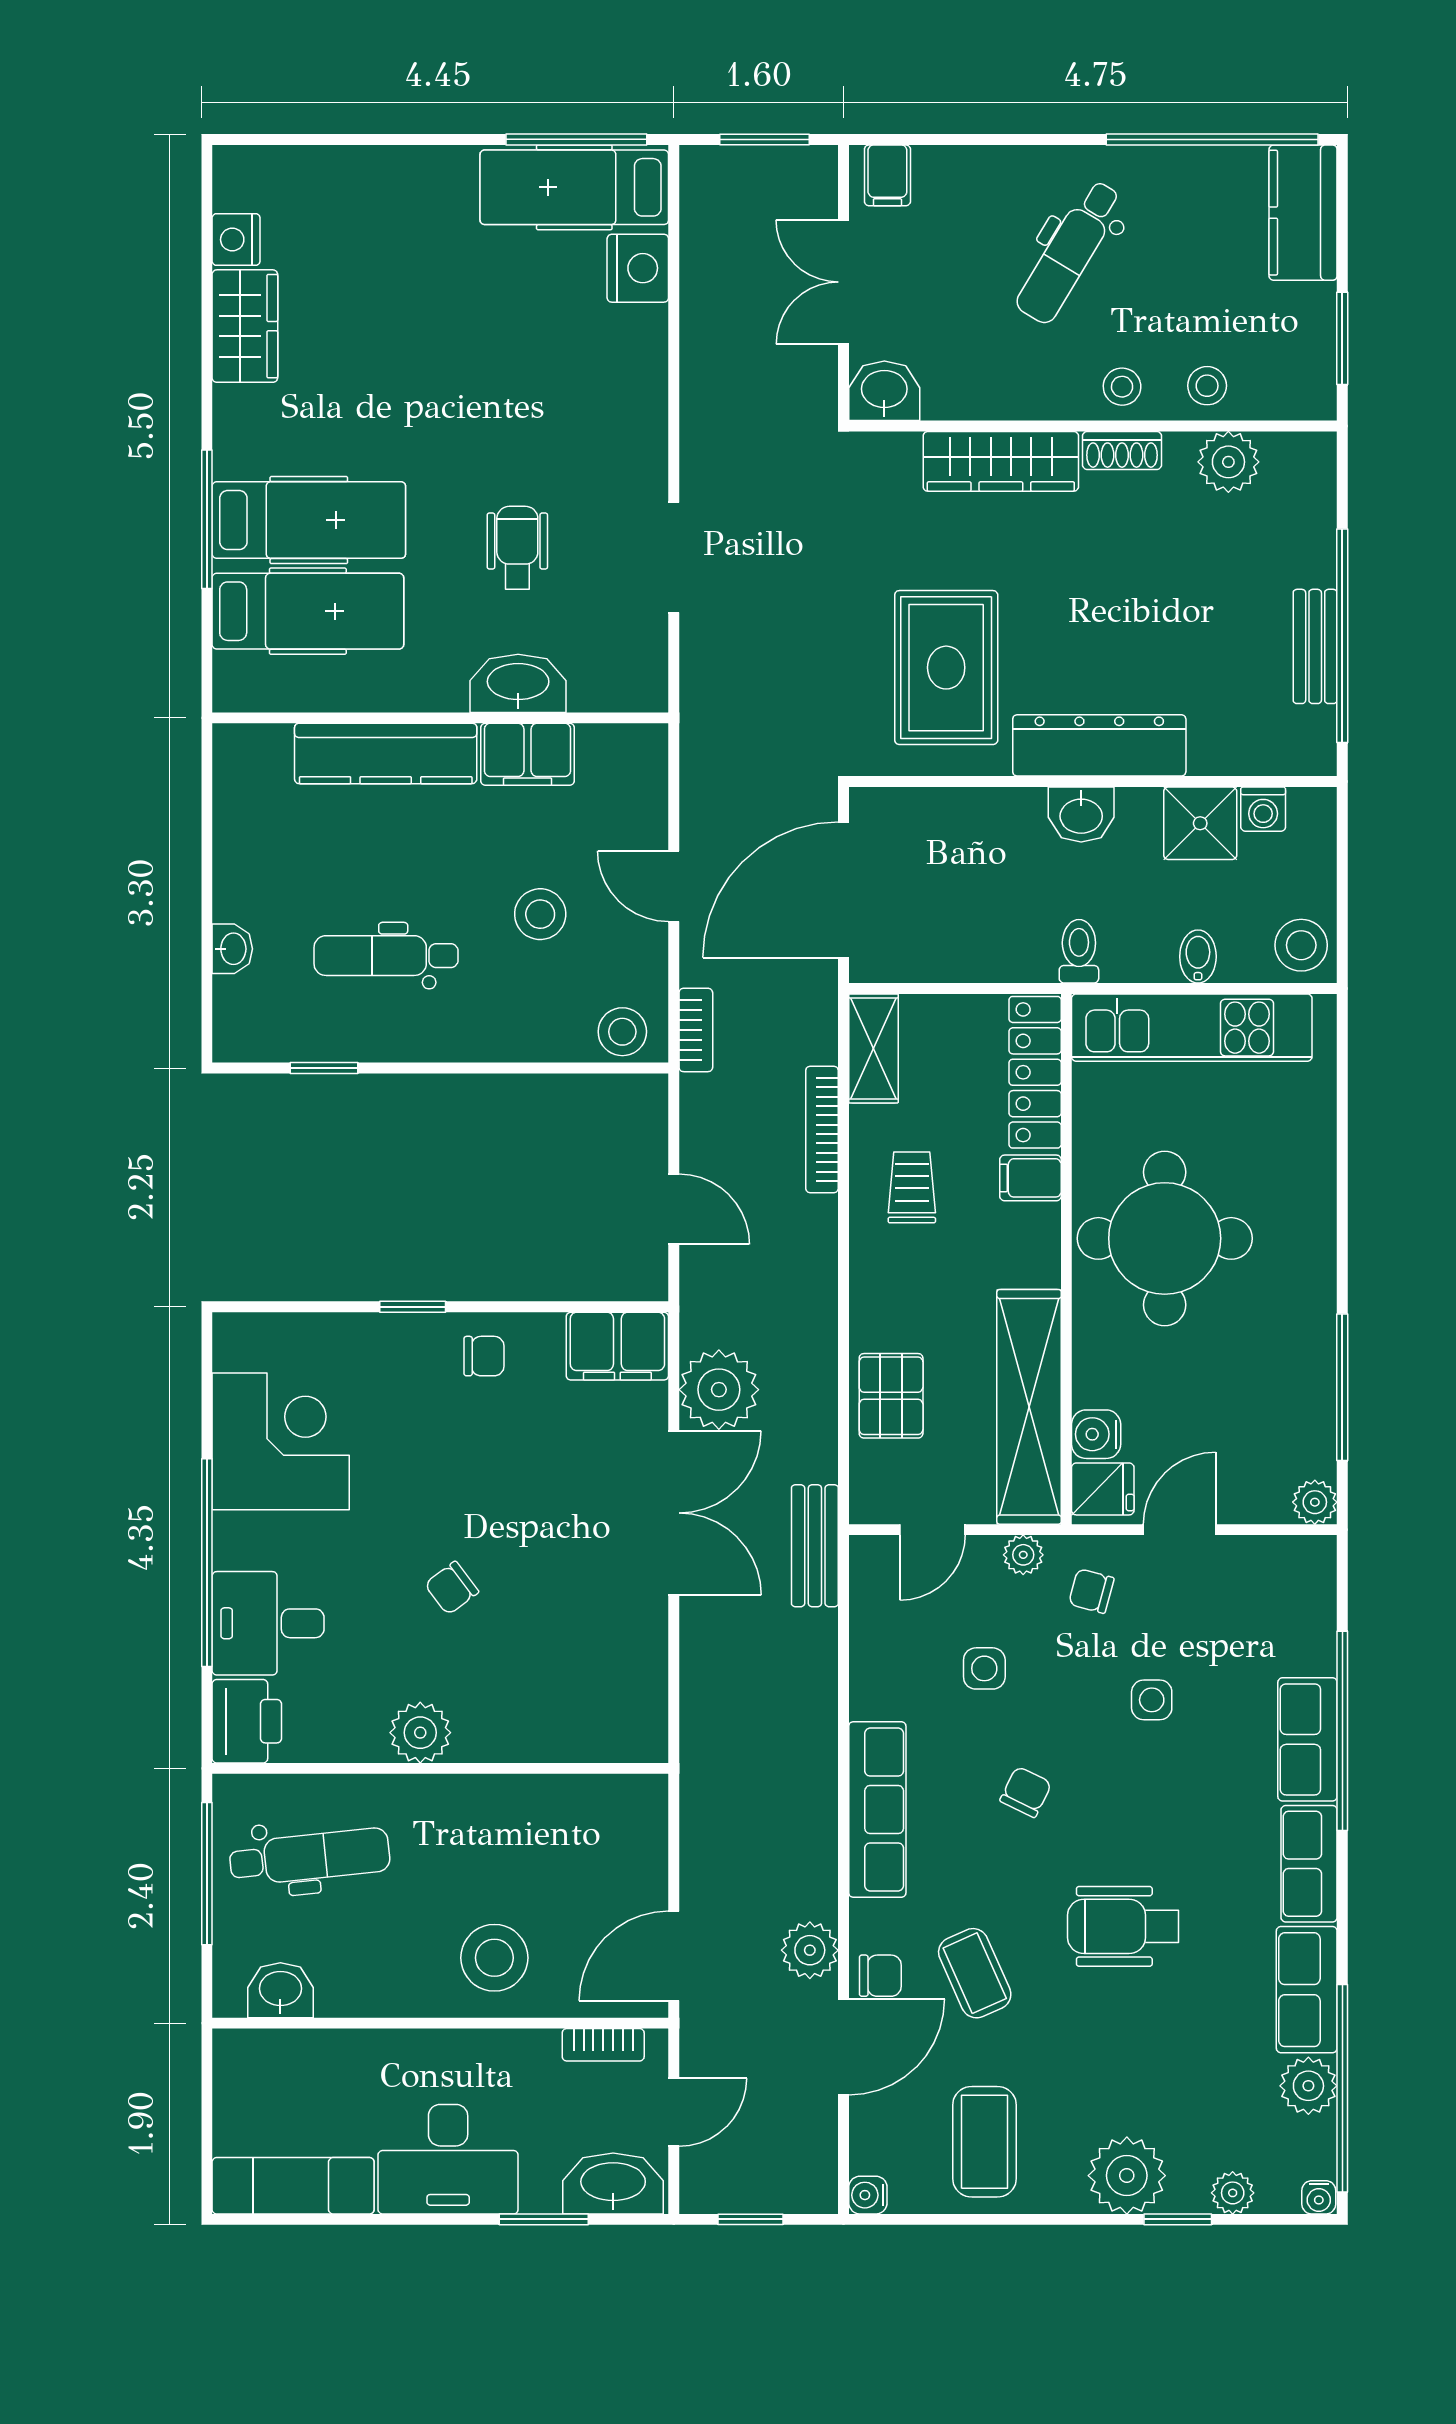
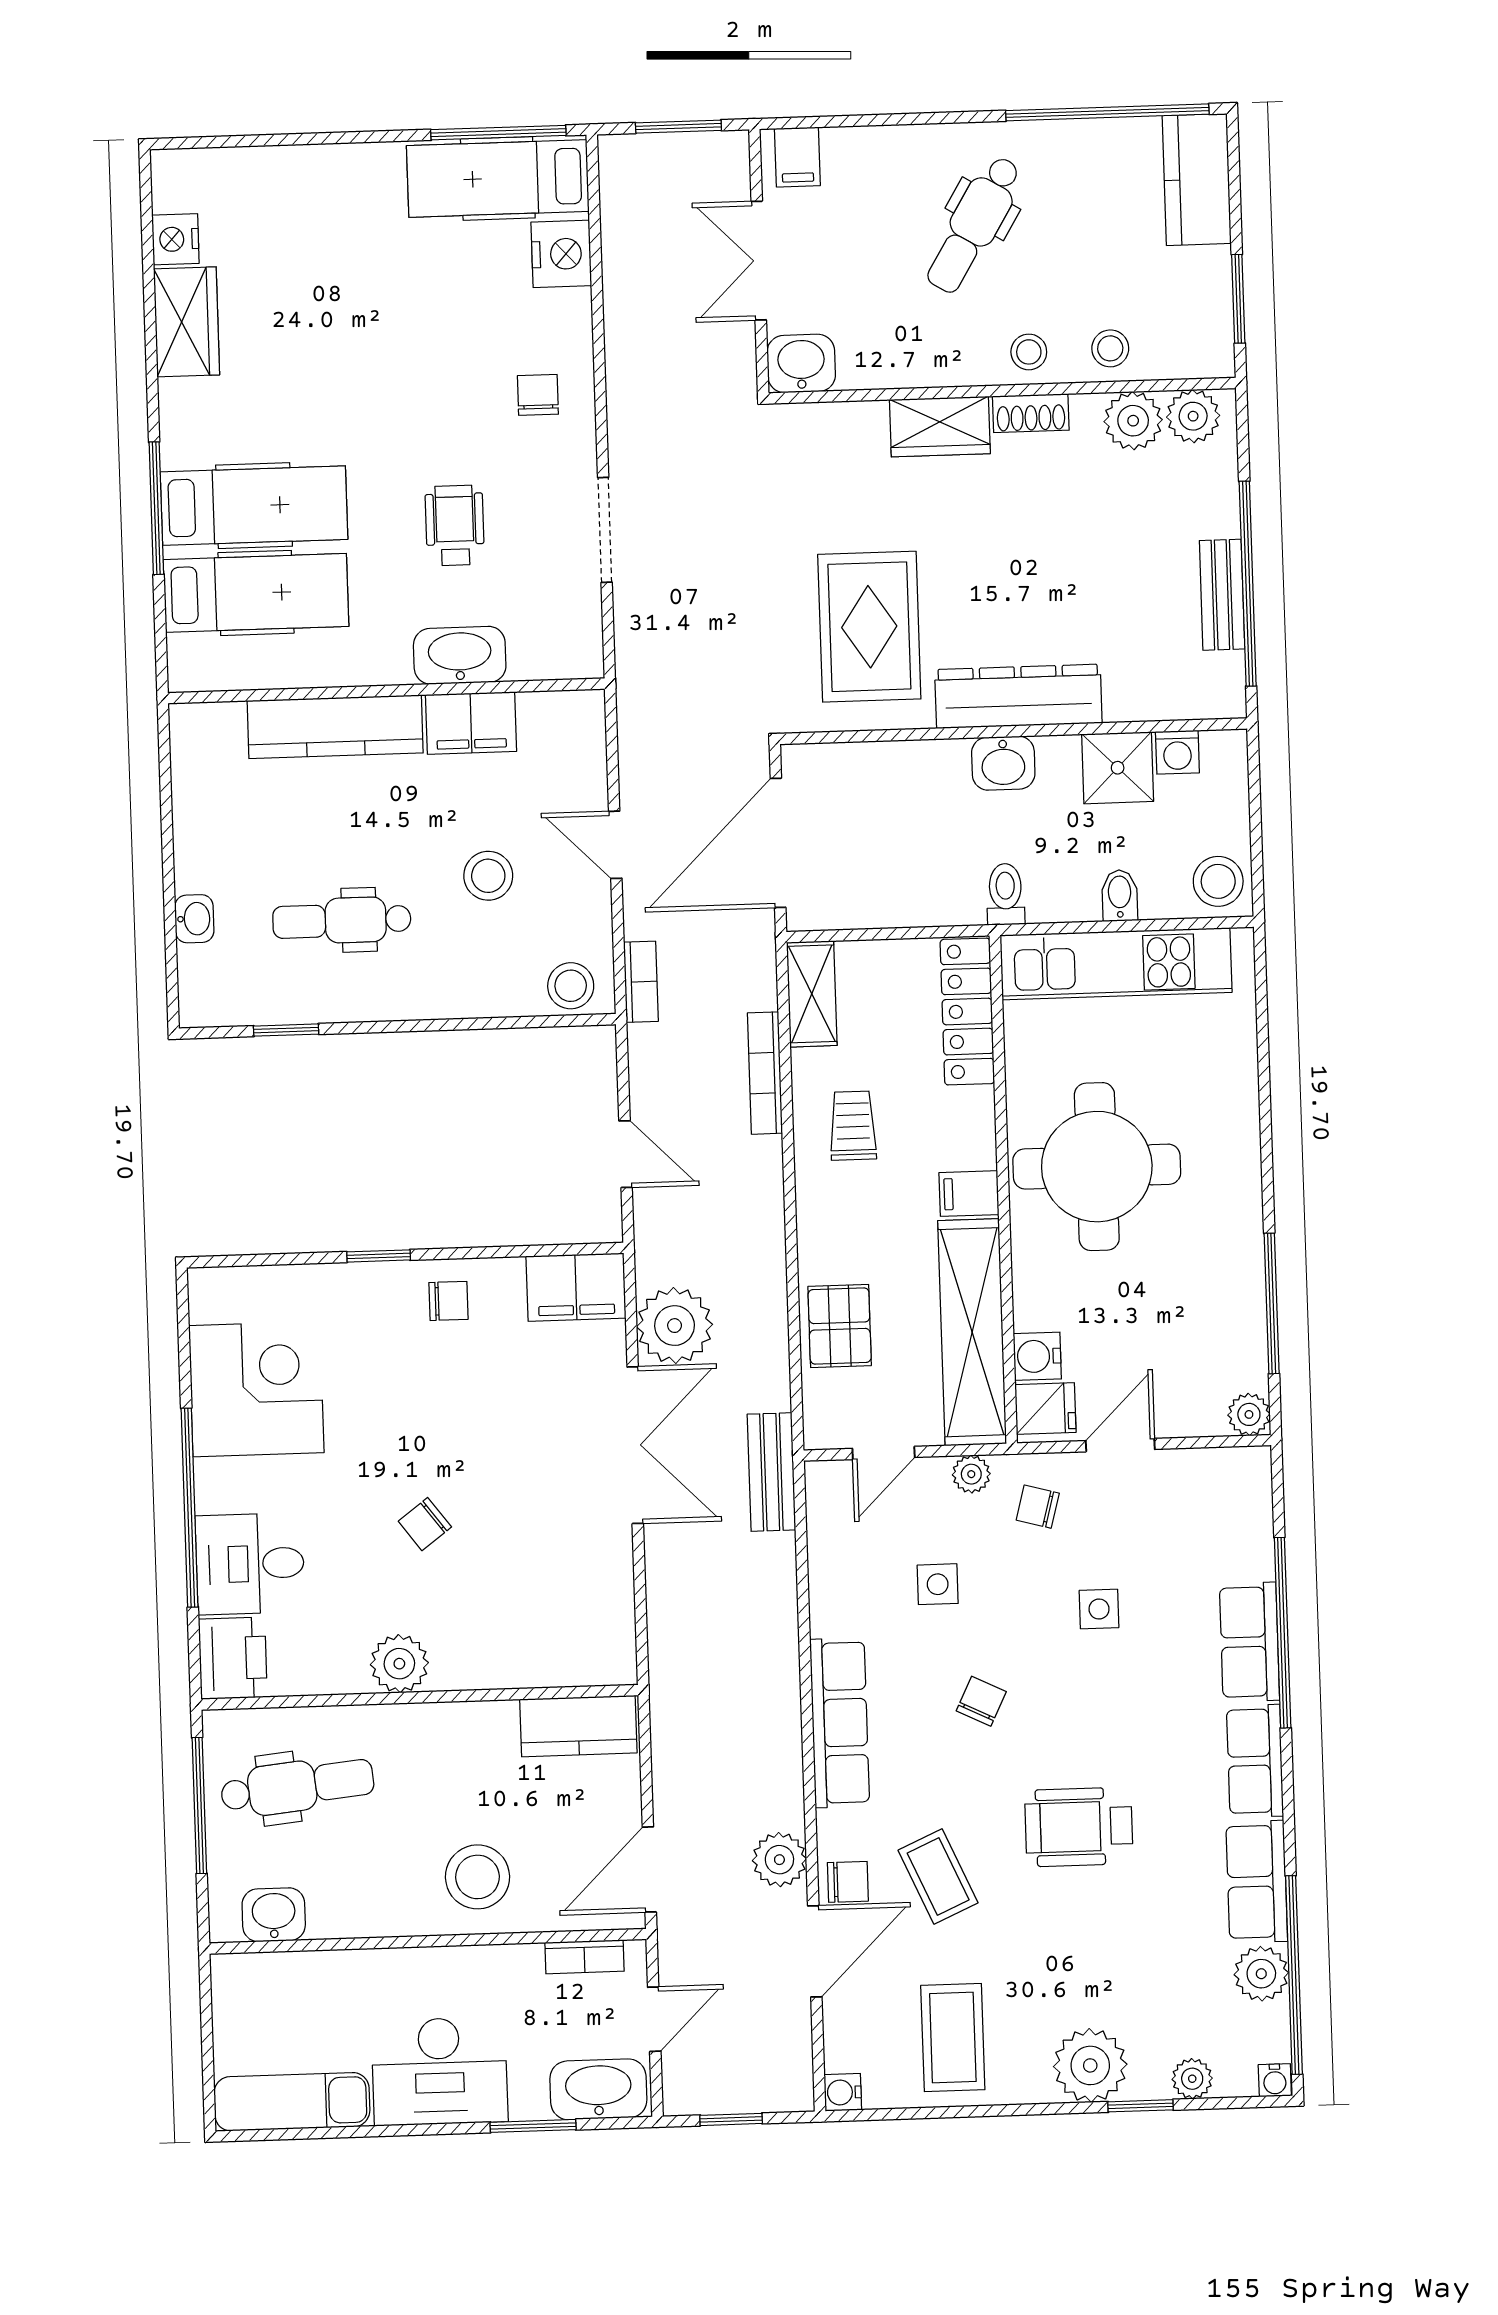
chair: (609, 414) -> (538, 395), added
plant: (1291, 459) -> (1193, 416), added
wardrobe: (1001, 461) -> (940, 427), width x0.67
filing cabinet: (1030, 1178) -> (969, 1194), moved
kitchen counter: (605, 1804) -> (578, 1726), added

